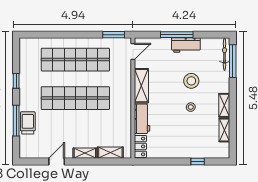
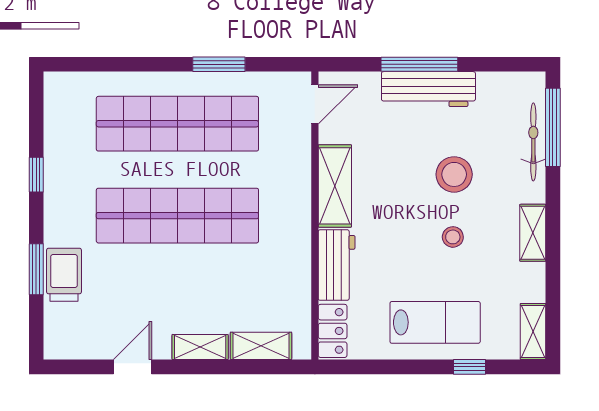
window: (114, 35) -> (219, 64), moved
workbench: (186, 45) -> (428, 89), width x1.38
bicycle: (225, 54) -> (533, 142), moved
window: (16, 121) -> (36, 269), width x0.69
shelving: (224, 130) -> (533, 331), moved
lab bench: (183, 143) -> (435, 322), added

